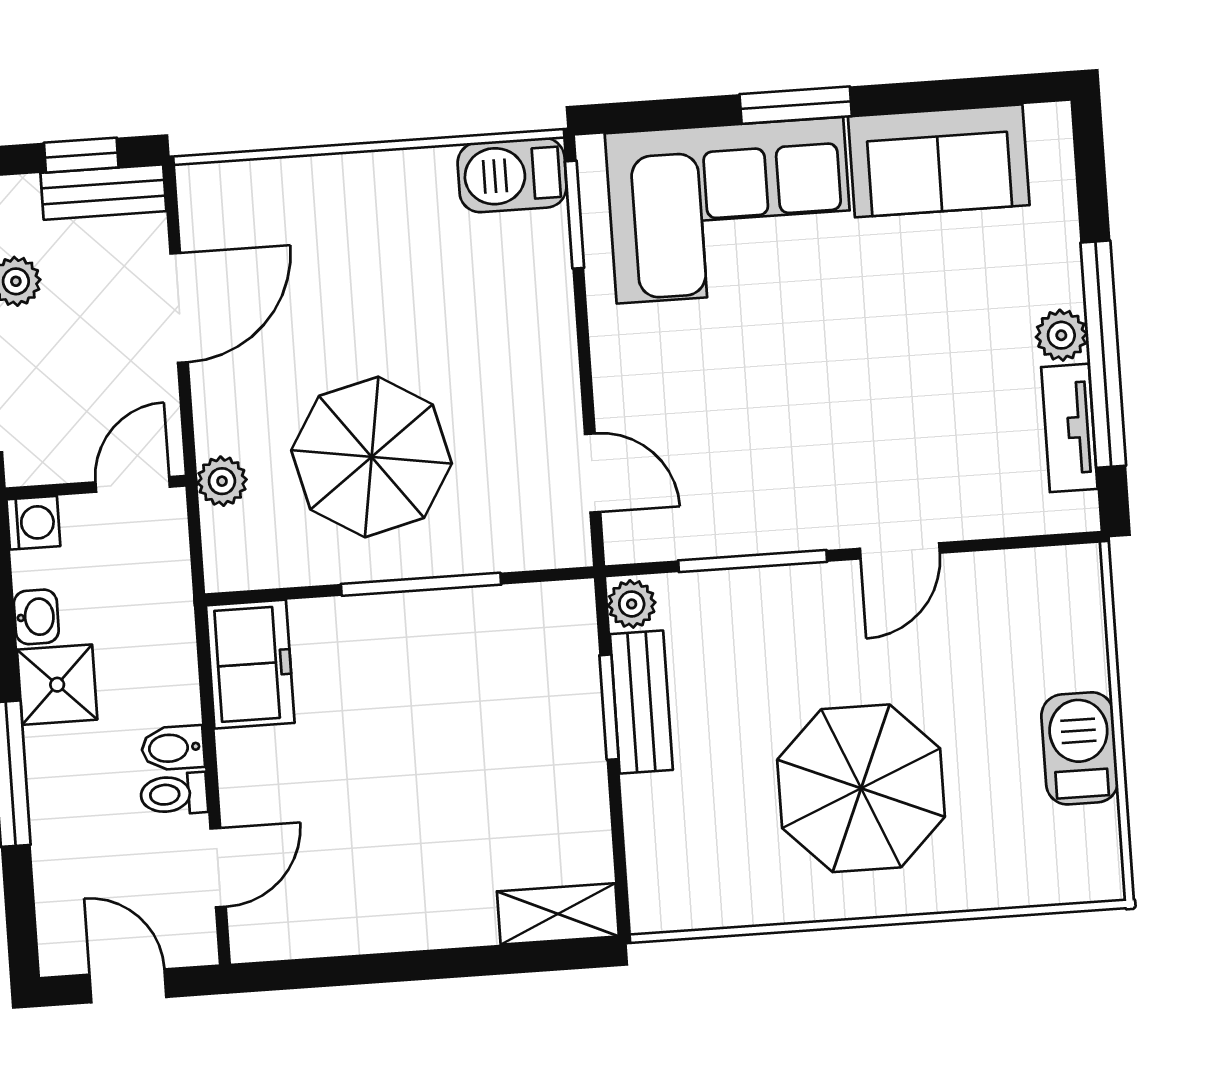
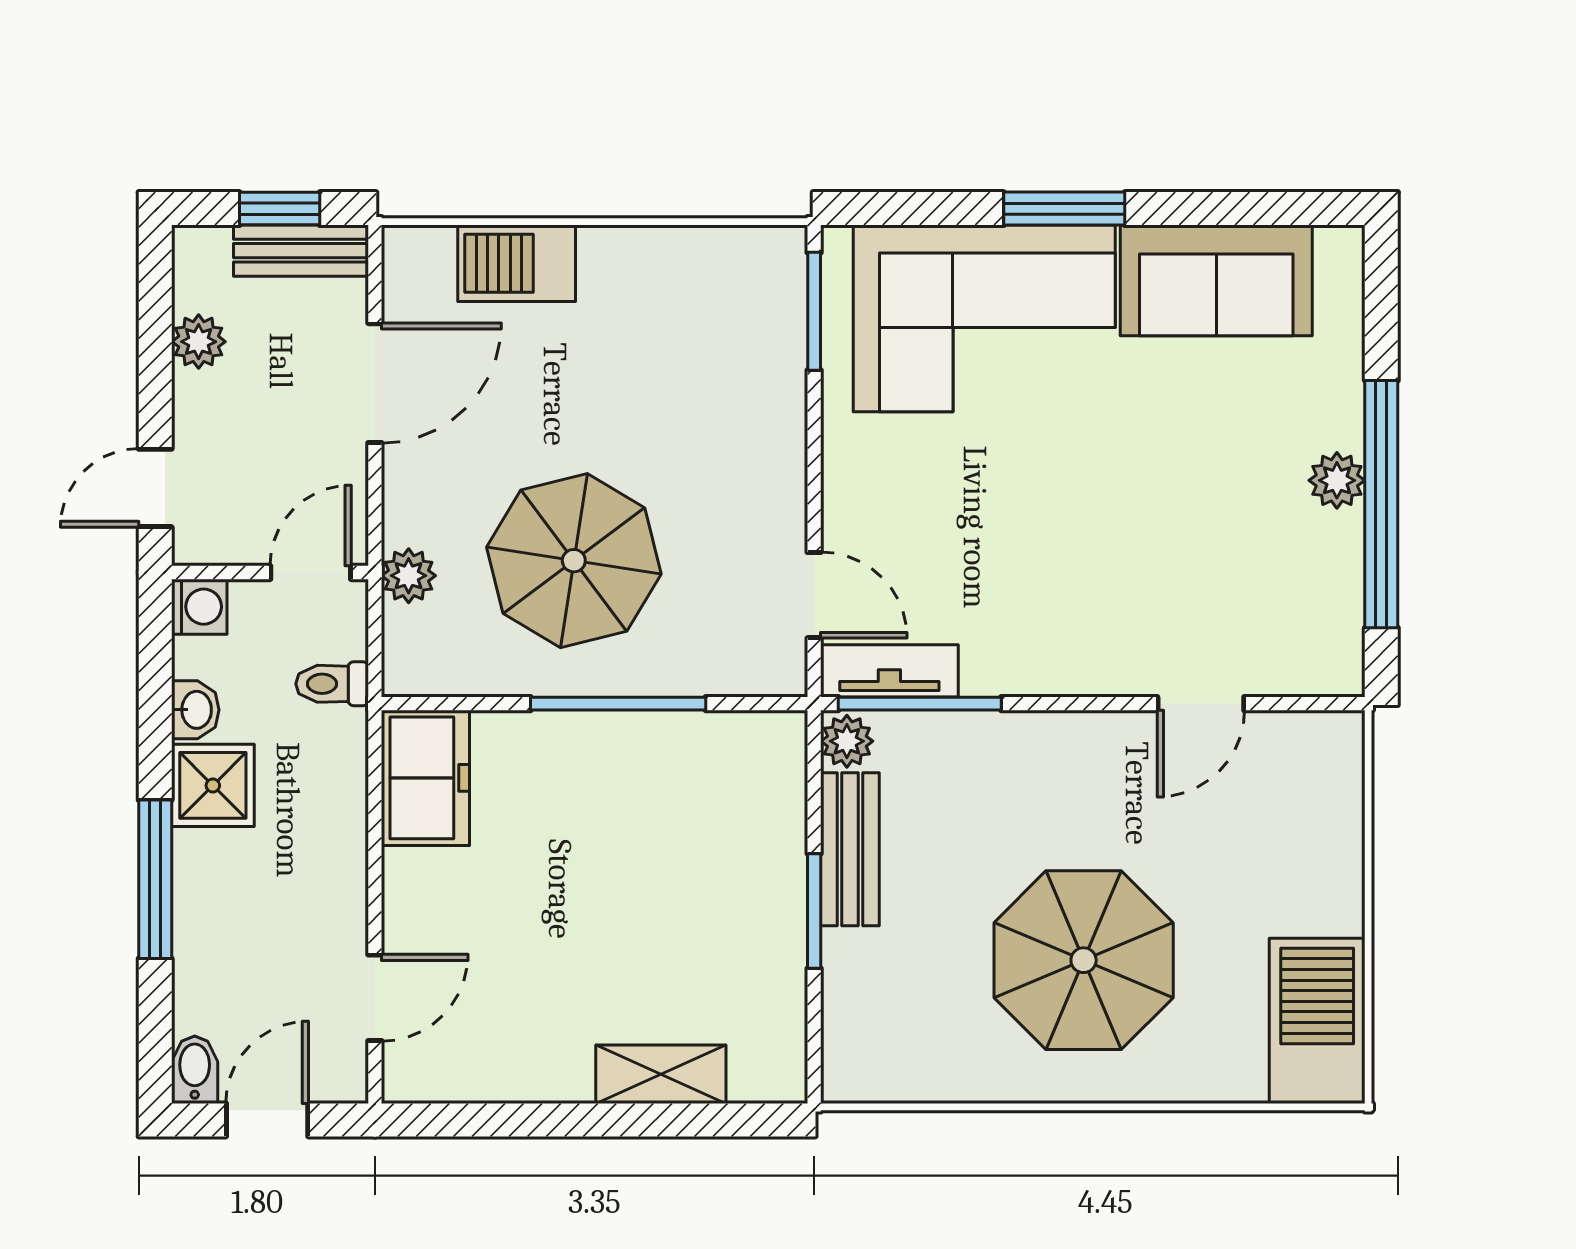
barbecue: (512, 175) -> (517, 263), moved
tv unit: (1069, 428) -> (889, 671), moved, turned 90
door: (900, 551) -> (1201, 704), moved
window: (753, 561) -> (920, 704), moved
window: (609, 707) -> (814, 911), moved
bidet: (173, 748) -> (195, 1070), moved, turned 90
barbecue: (1080, 748) -> (1317, 1021), moved, width x1.37, depth x1.21
toilet: (174, 794) -> (332, 684), moved
shelving: (558, 914) -> (661, 1074), moved
door: (128, 986) -> (267, 1120), hinge flipped

